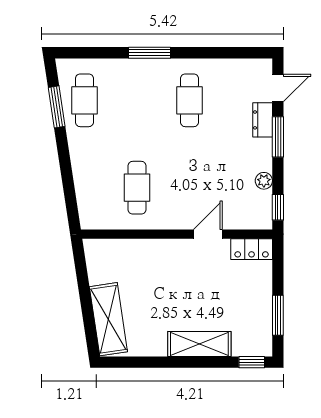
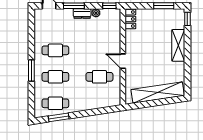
cafe table: (137, 100) -> (55, 77), added
dresser: (263, 120) -> (82, 13), moved
door: (208, 234) -> (123, 61), moved
shelving: (108, 319) -> (158, 92), width x1.47

